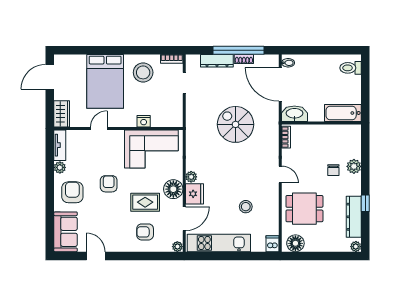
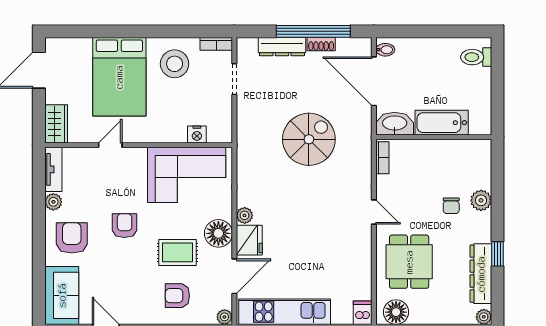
bathtub: (343, 113) -> (442, 123), moved
nightstand: (144, 121) -> (197, 135), moved
spiral stairs: (236, 124) -> (309, 139), turned 90
stool: (246, 207) -> (324, 259), removed
dining table: (304, 209) -> (409, 262), turned 90

